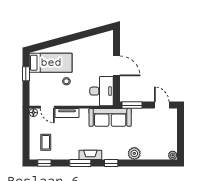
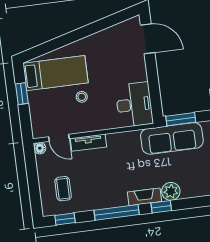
door: (116, 66) -> (148, 39), moved
sofa: (110, 117) -> (172, 138), moved
plant: (134, 153) -> (171, 191), moved
fireplace: (90, 155) -> (145, 197), moved
window: (80, 163) -> (117, 212), width x1.44

